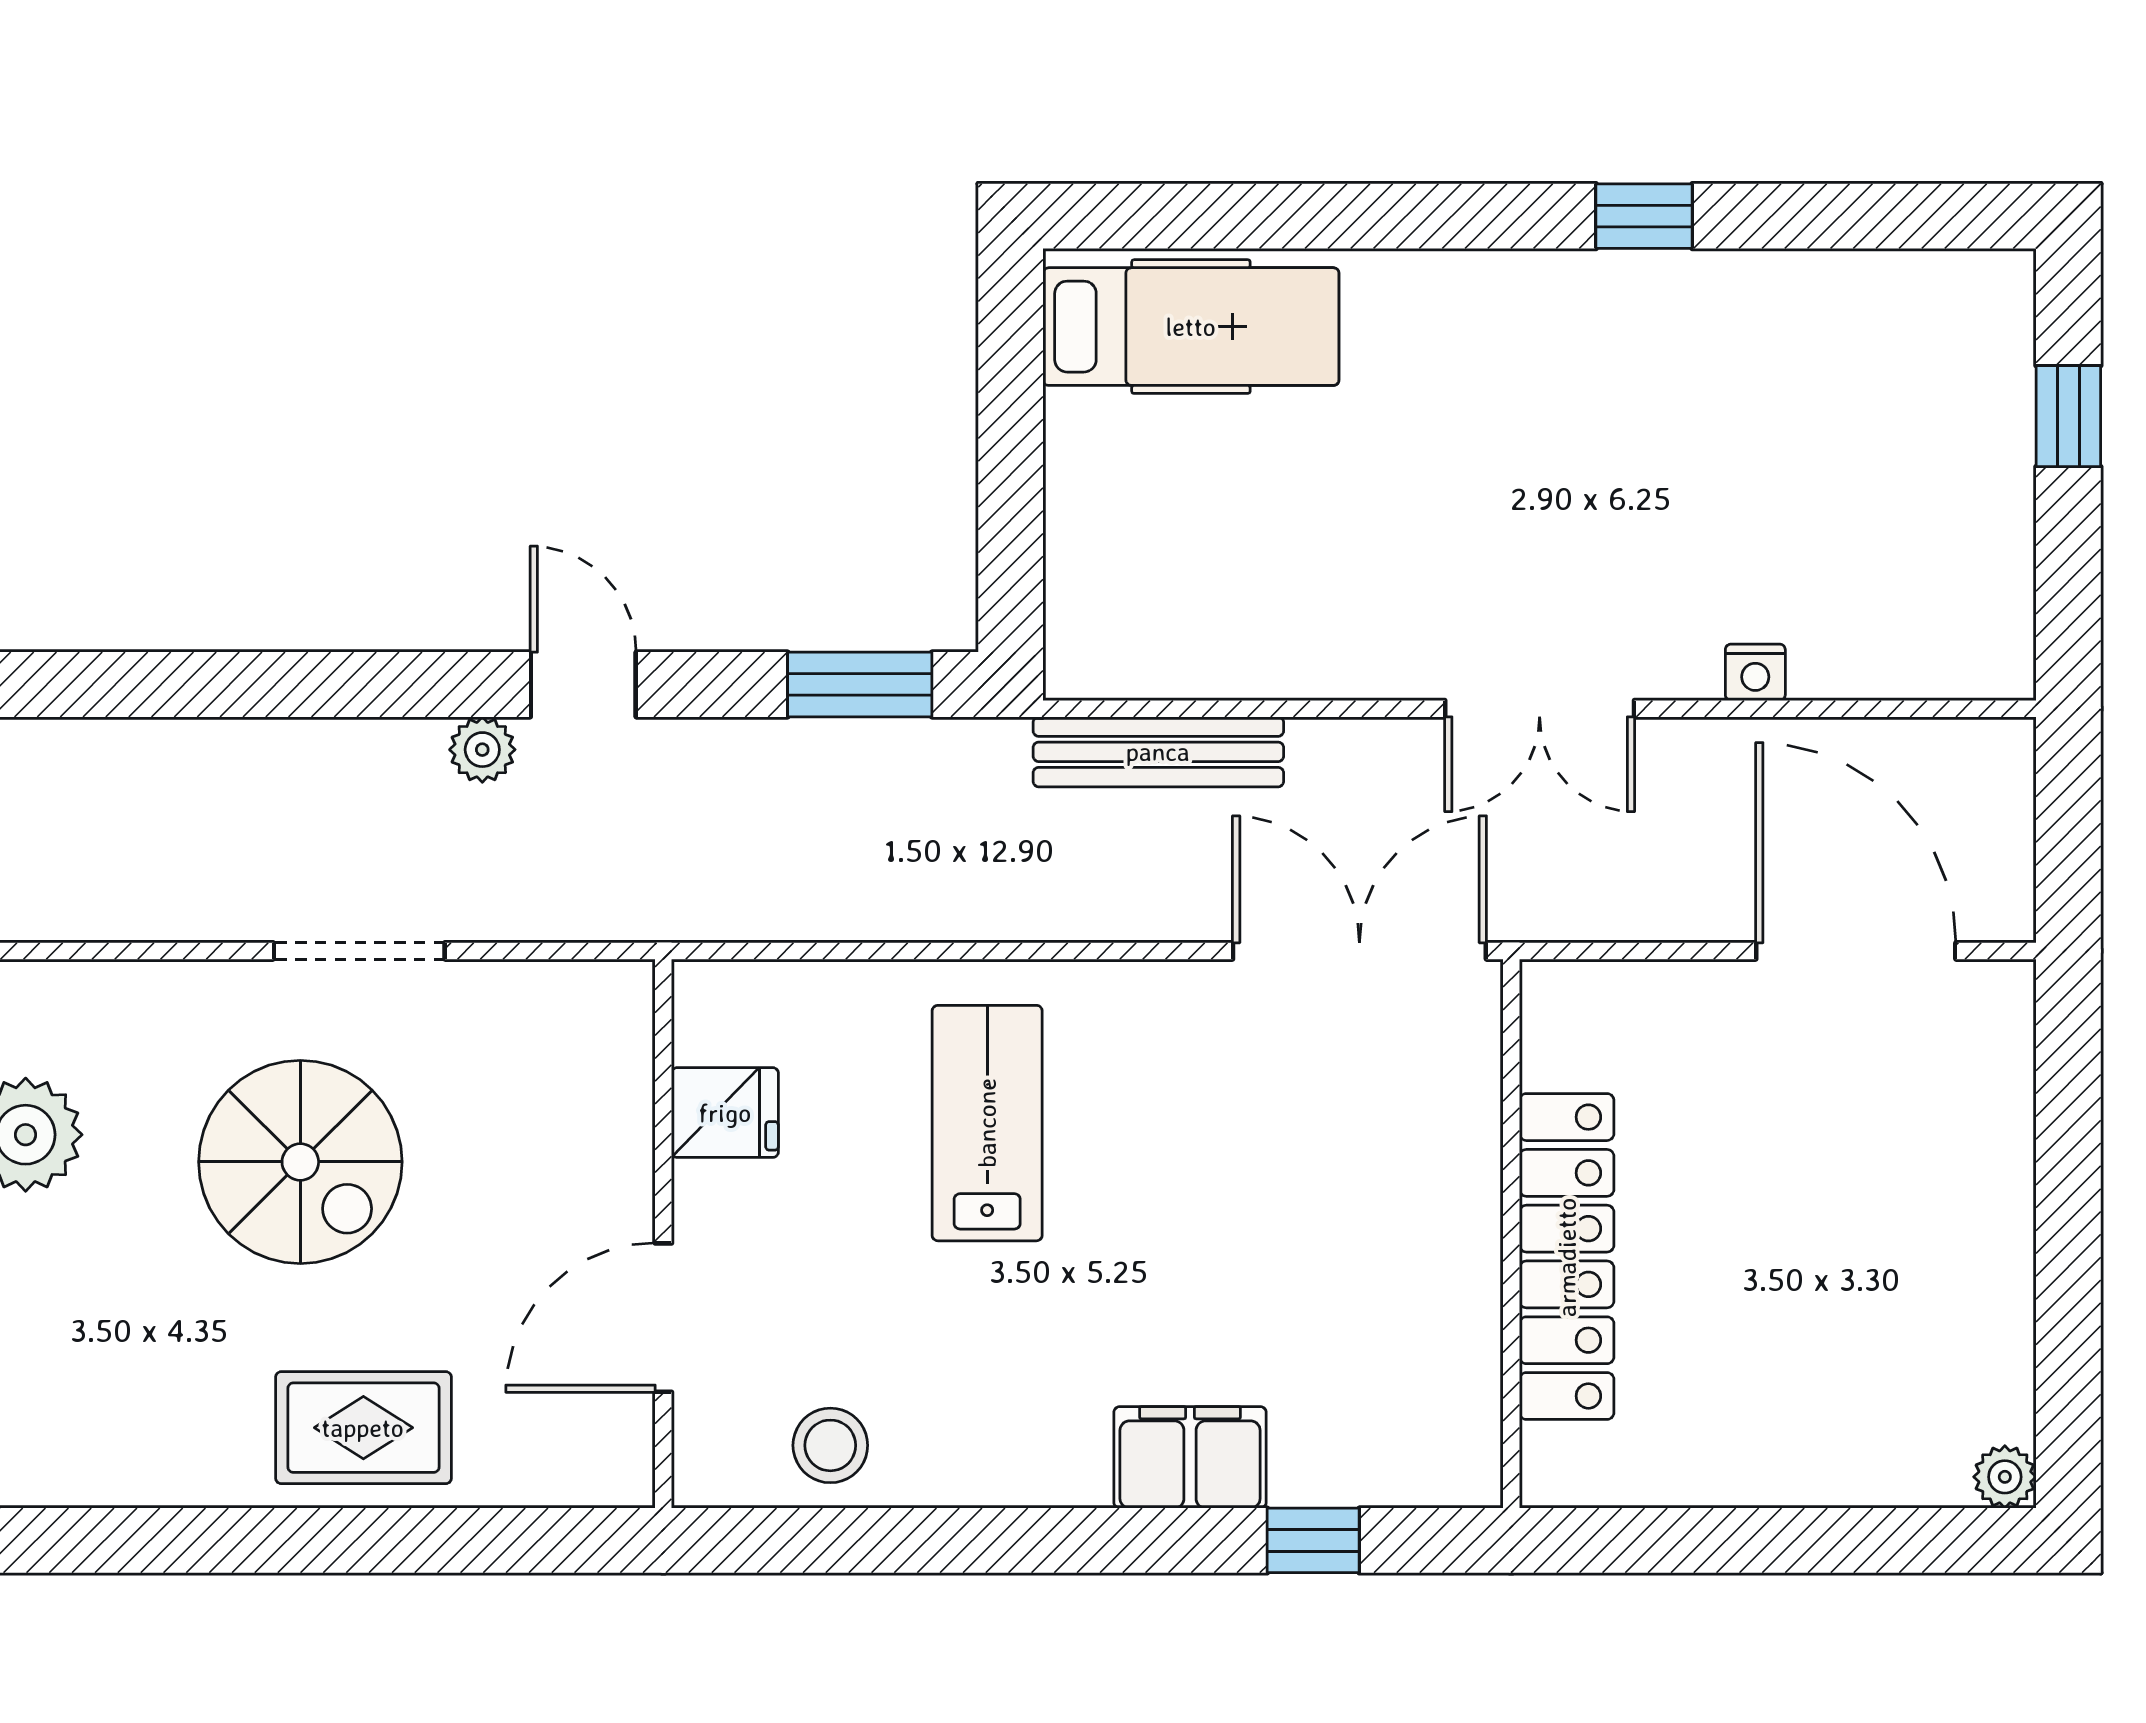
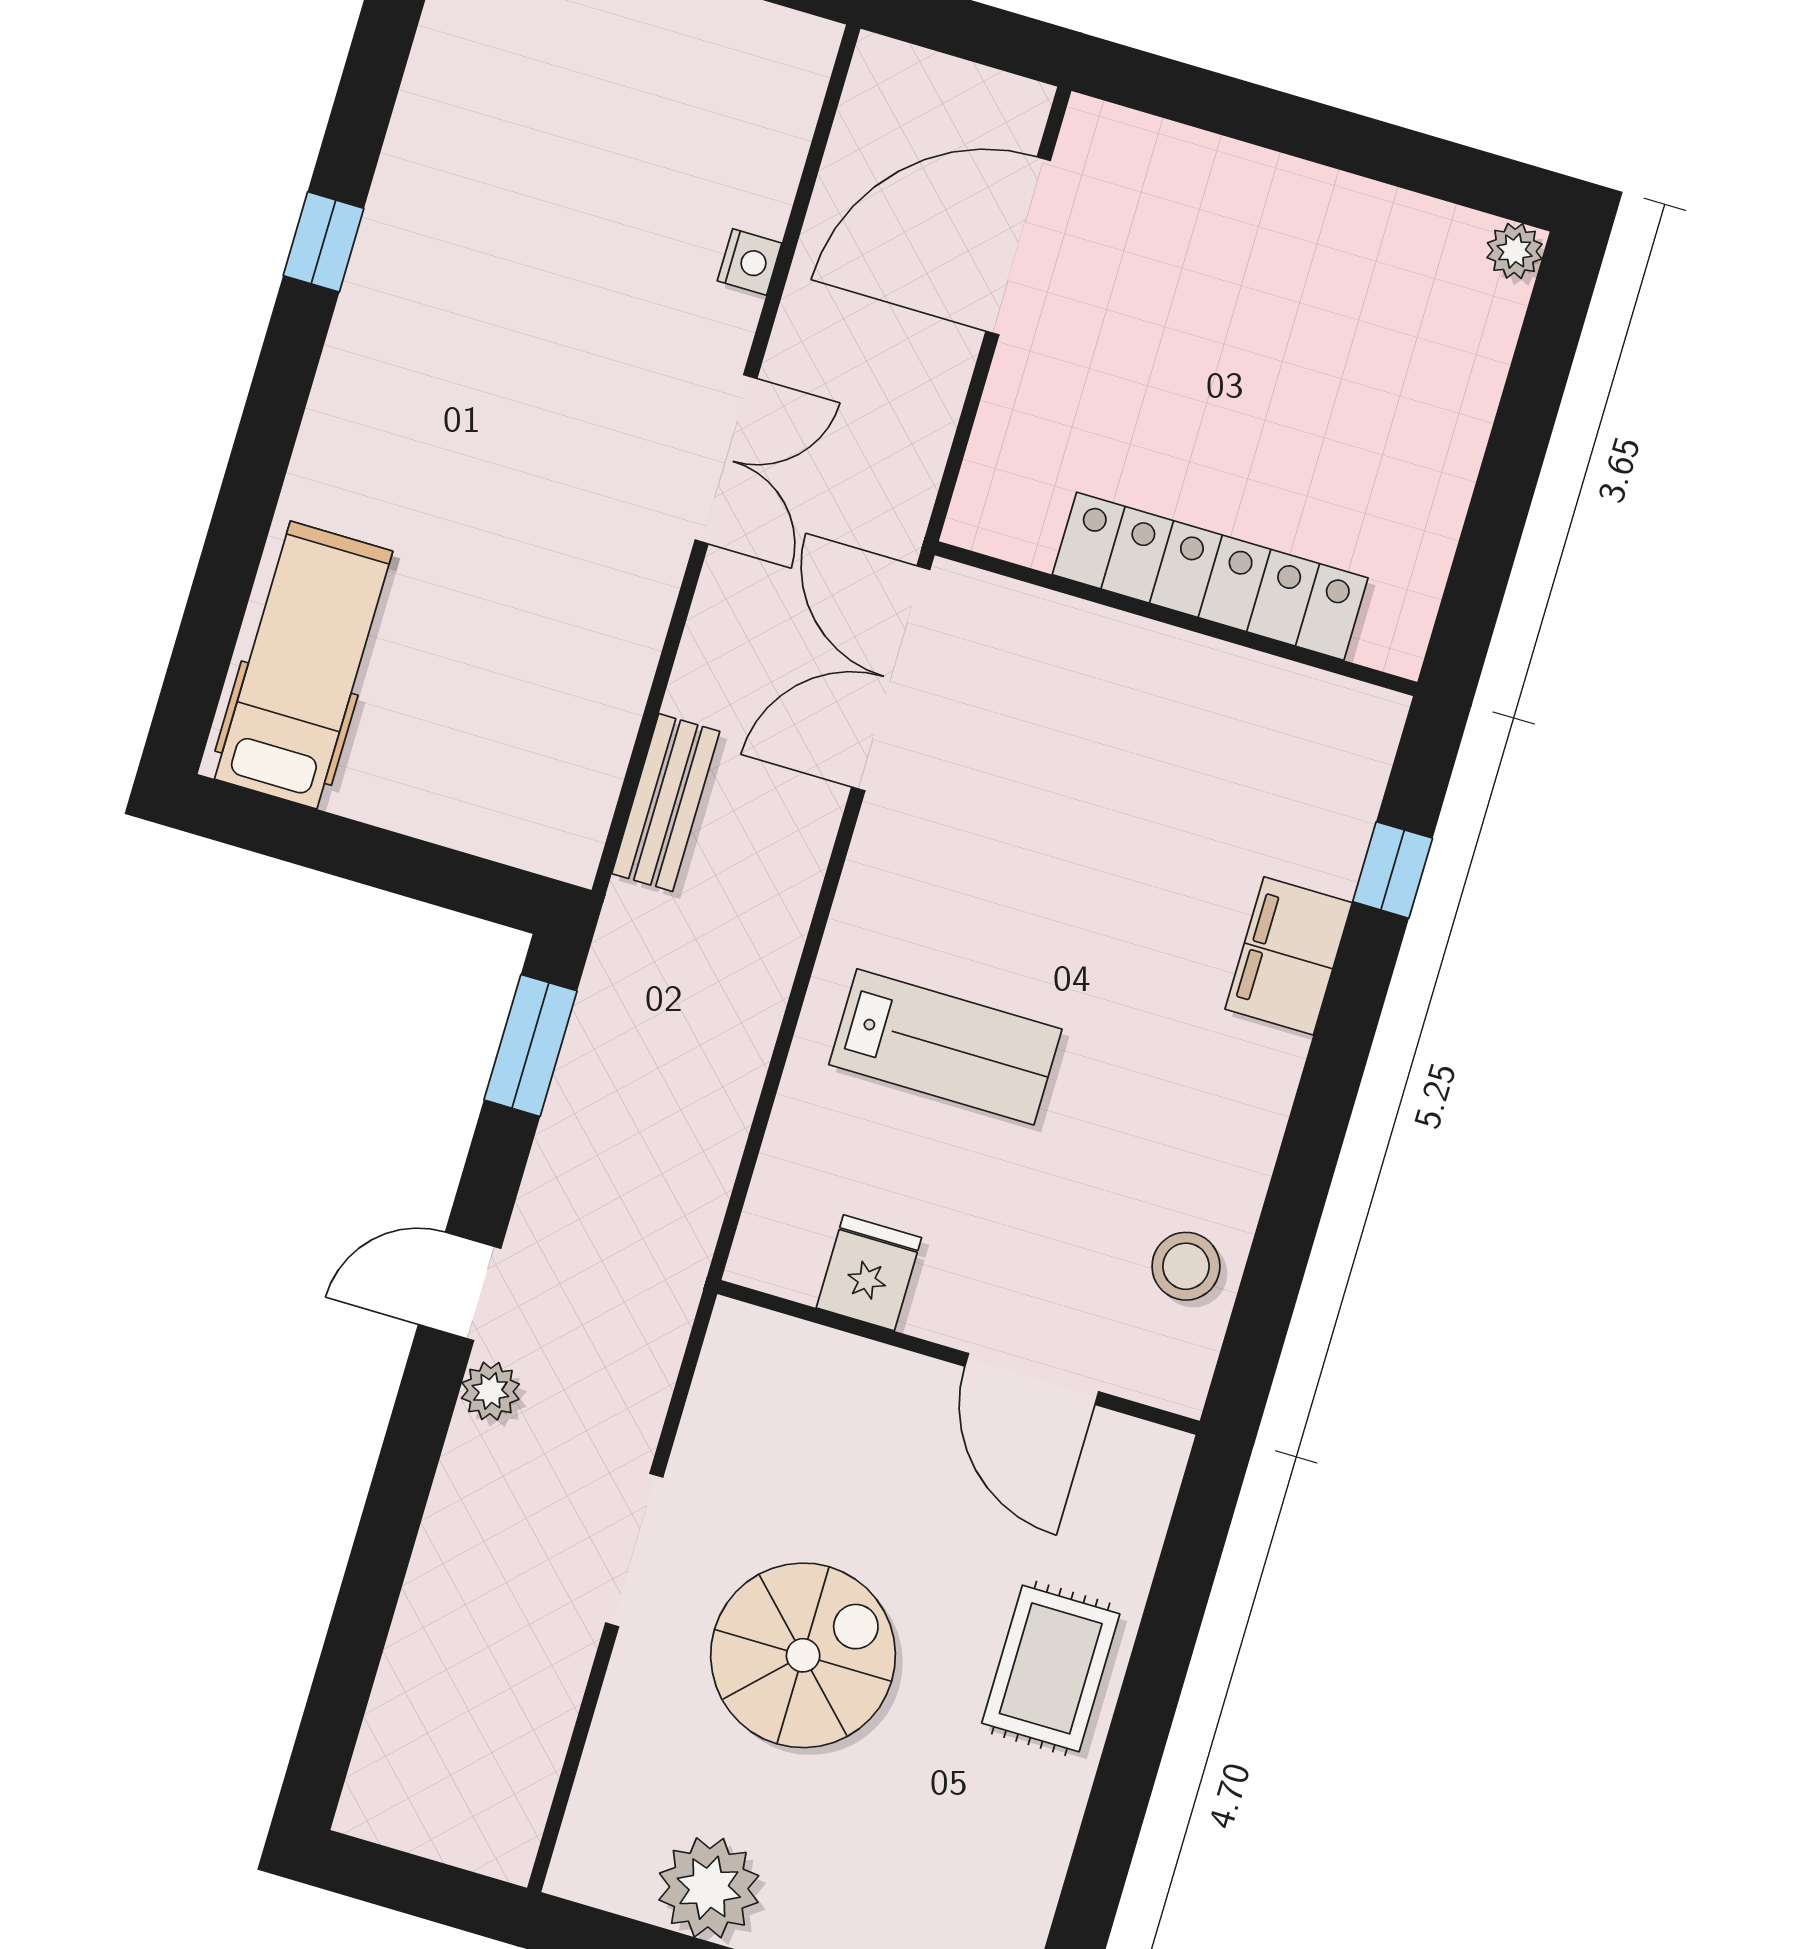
bench: (1158, 752) -> (666, 803), width x0.73
lab bench: (987, 1123) -> (945, 1047), turned 180

